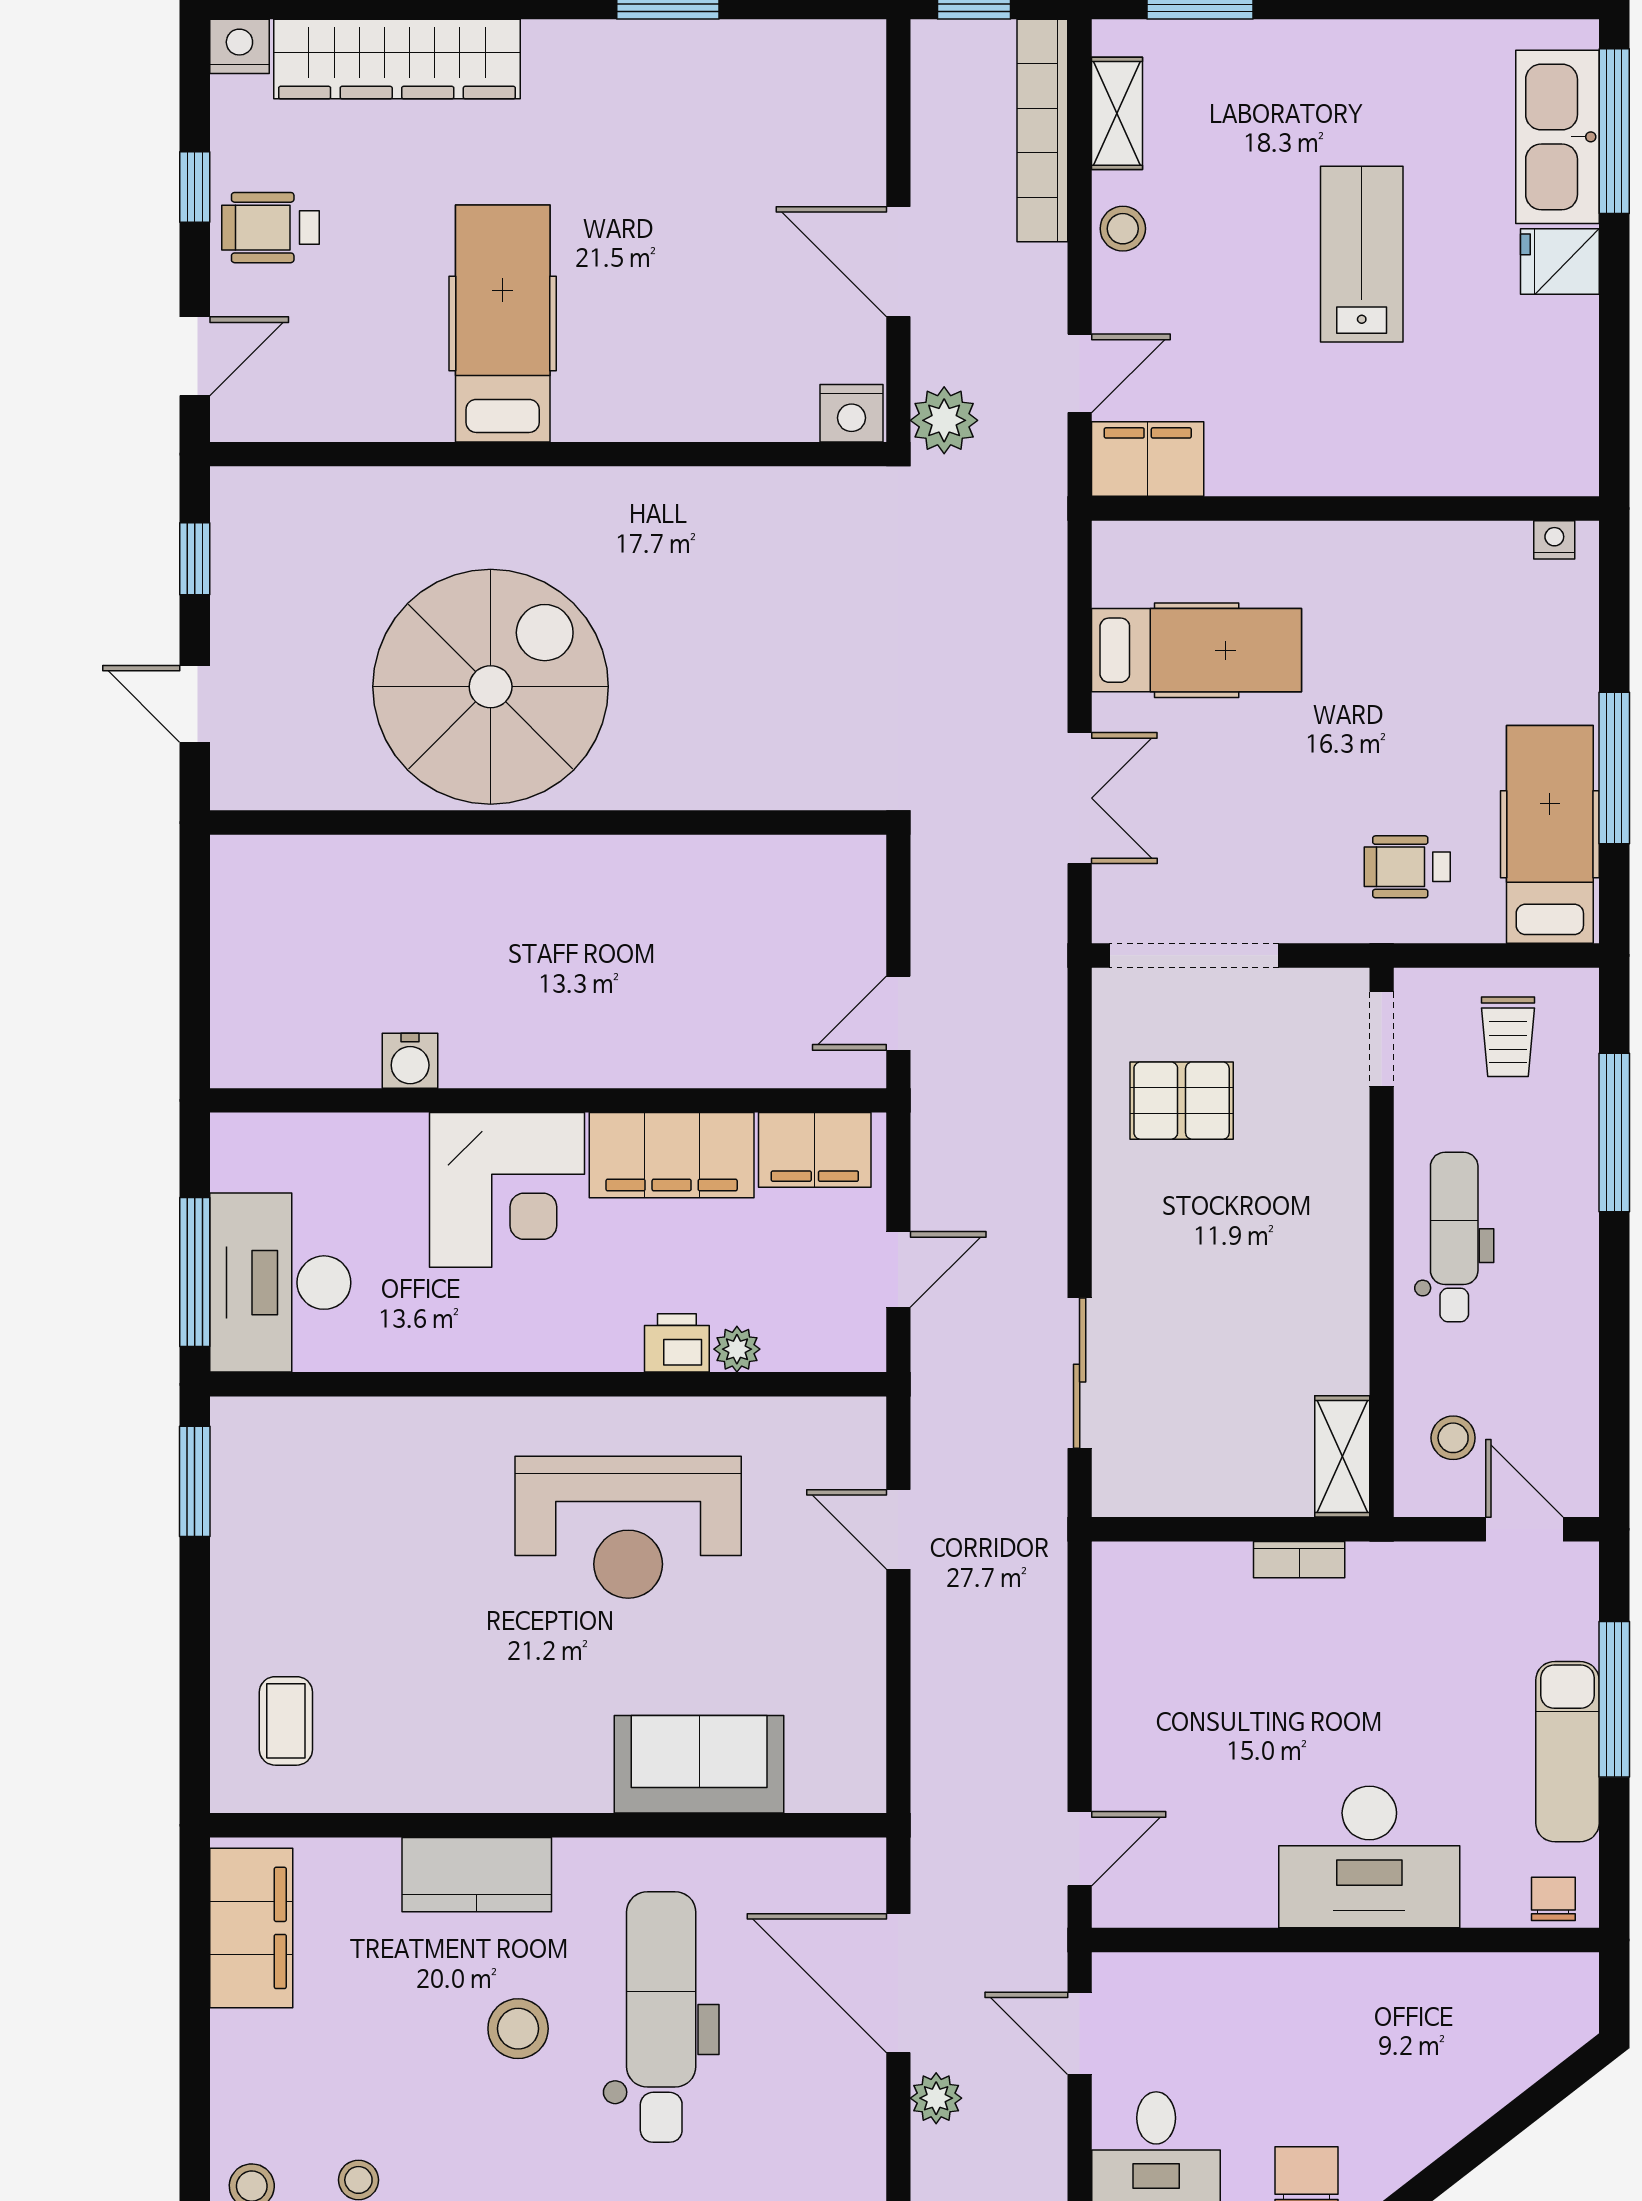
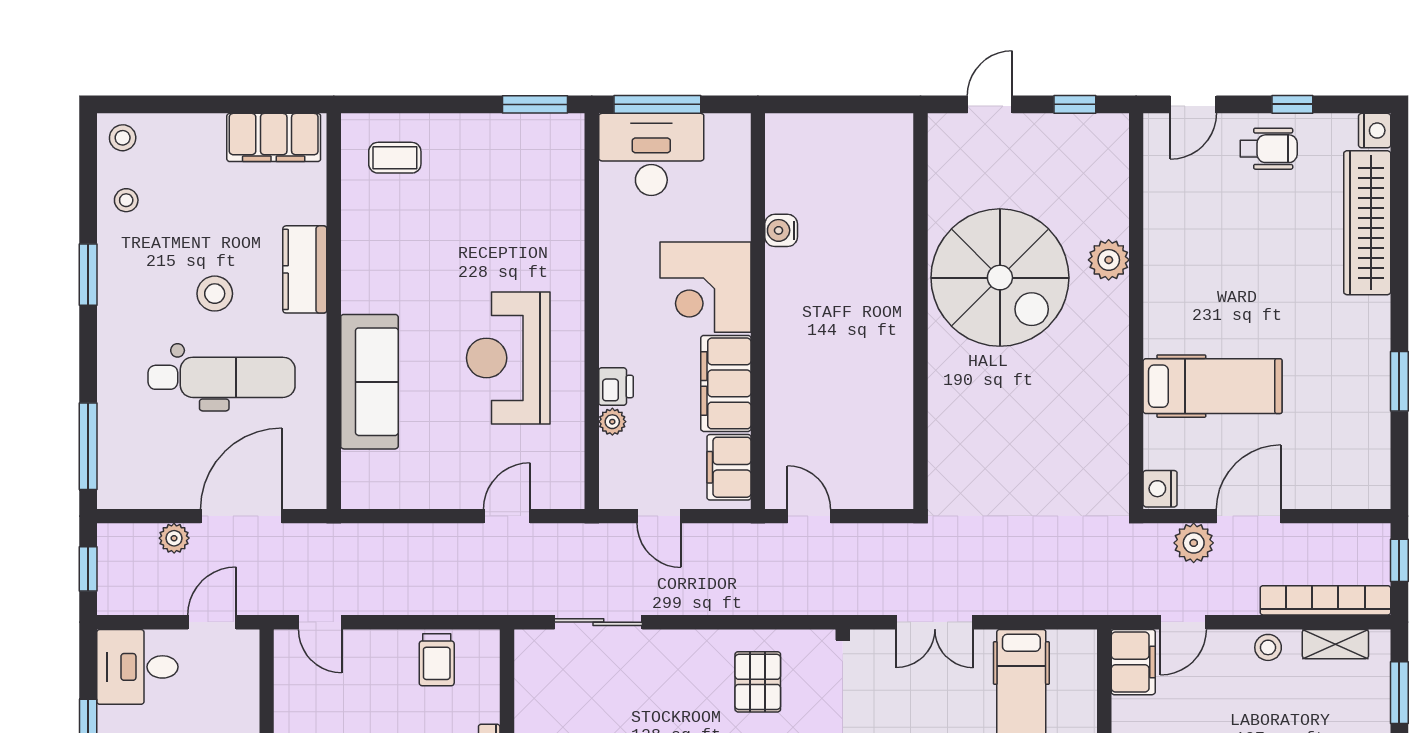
wheelchair: (270, 228) -> (1269, 149), turned 90
hospital bed: (503, 323) -> (1213, 386), moved
door: (195, 356) -> (1193, 104), hinge flipped
door: (1080, 373) -> (1183, 622), hinge flipped
plant: (944, 420) -> (1194, 543), moved
plant: (461, 501) -> (1109, 260), added
trolley: (1144, 1649) -> (437, 660), added
sofa: (699, 1764) -> (369, 382), width x1.36

